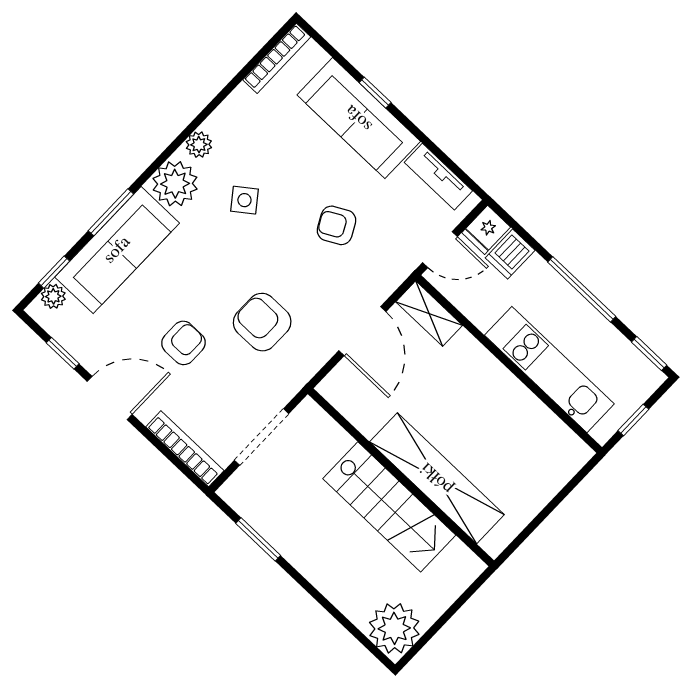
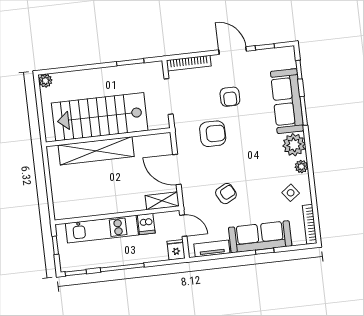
side table: (244, 200) -> (291, 193), moved
door: (440, 250) -> (183, 226), swing flipped
dishwasher: (510, 254) -> (146, 224), moved, turned 180
plant: (53, 296) -> (290, 62), removed
door: (110, 398) -> (233, 51), swing flipped
stairs: (389, 507) -> (100, 117), width x1.36, depth x1.51
plant: (394, 628) -> (45, 81), width x0.53, depth x0.53

